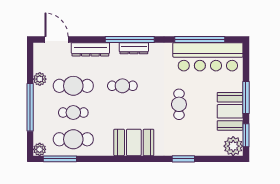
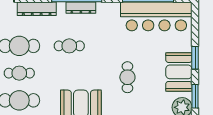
window: (246, 97) -> (195, 58), width x0.69
cafe table: (179, 104) -> (127, 77), moved

